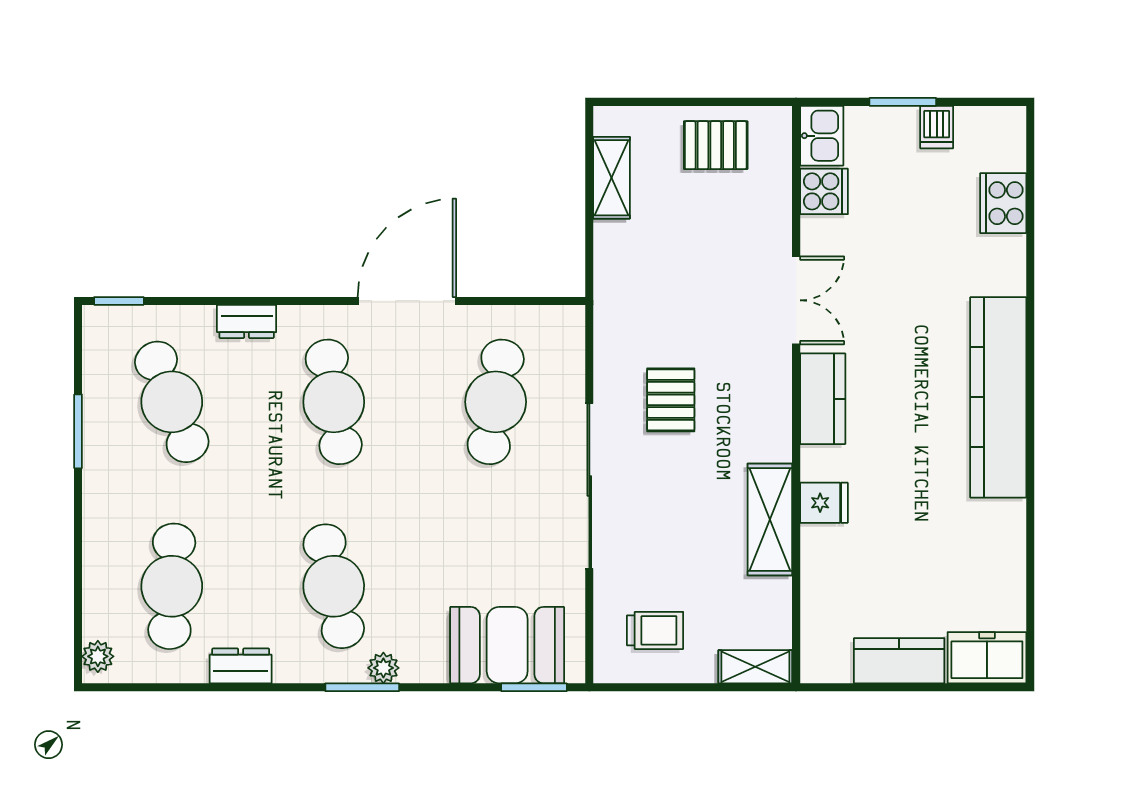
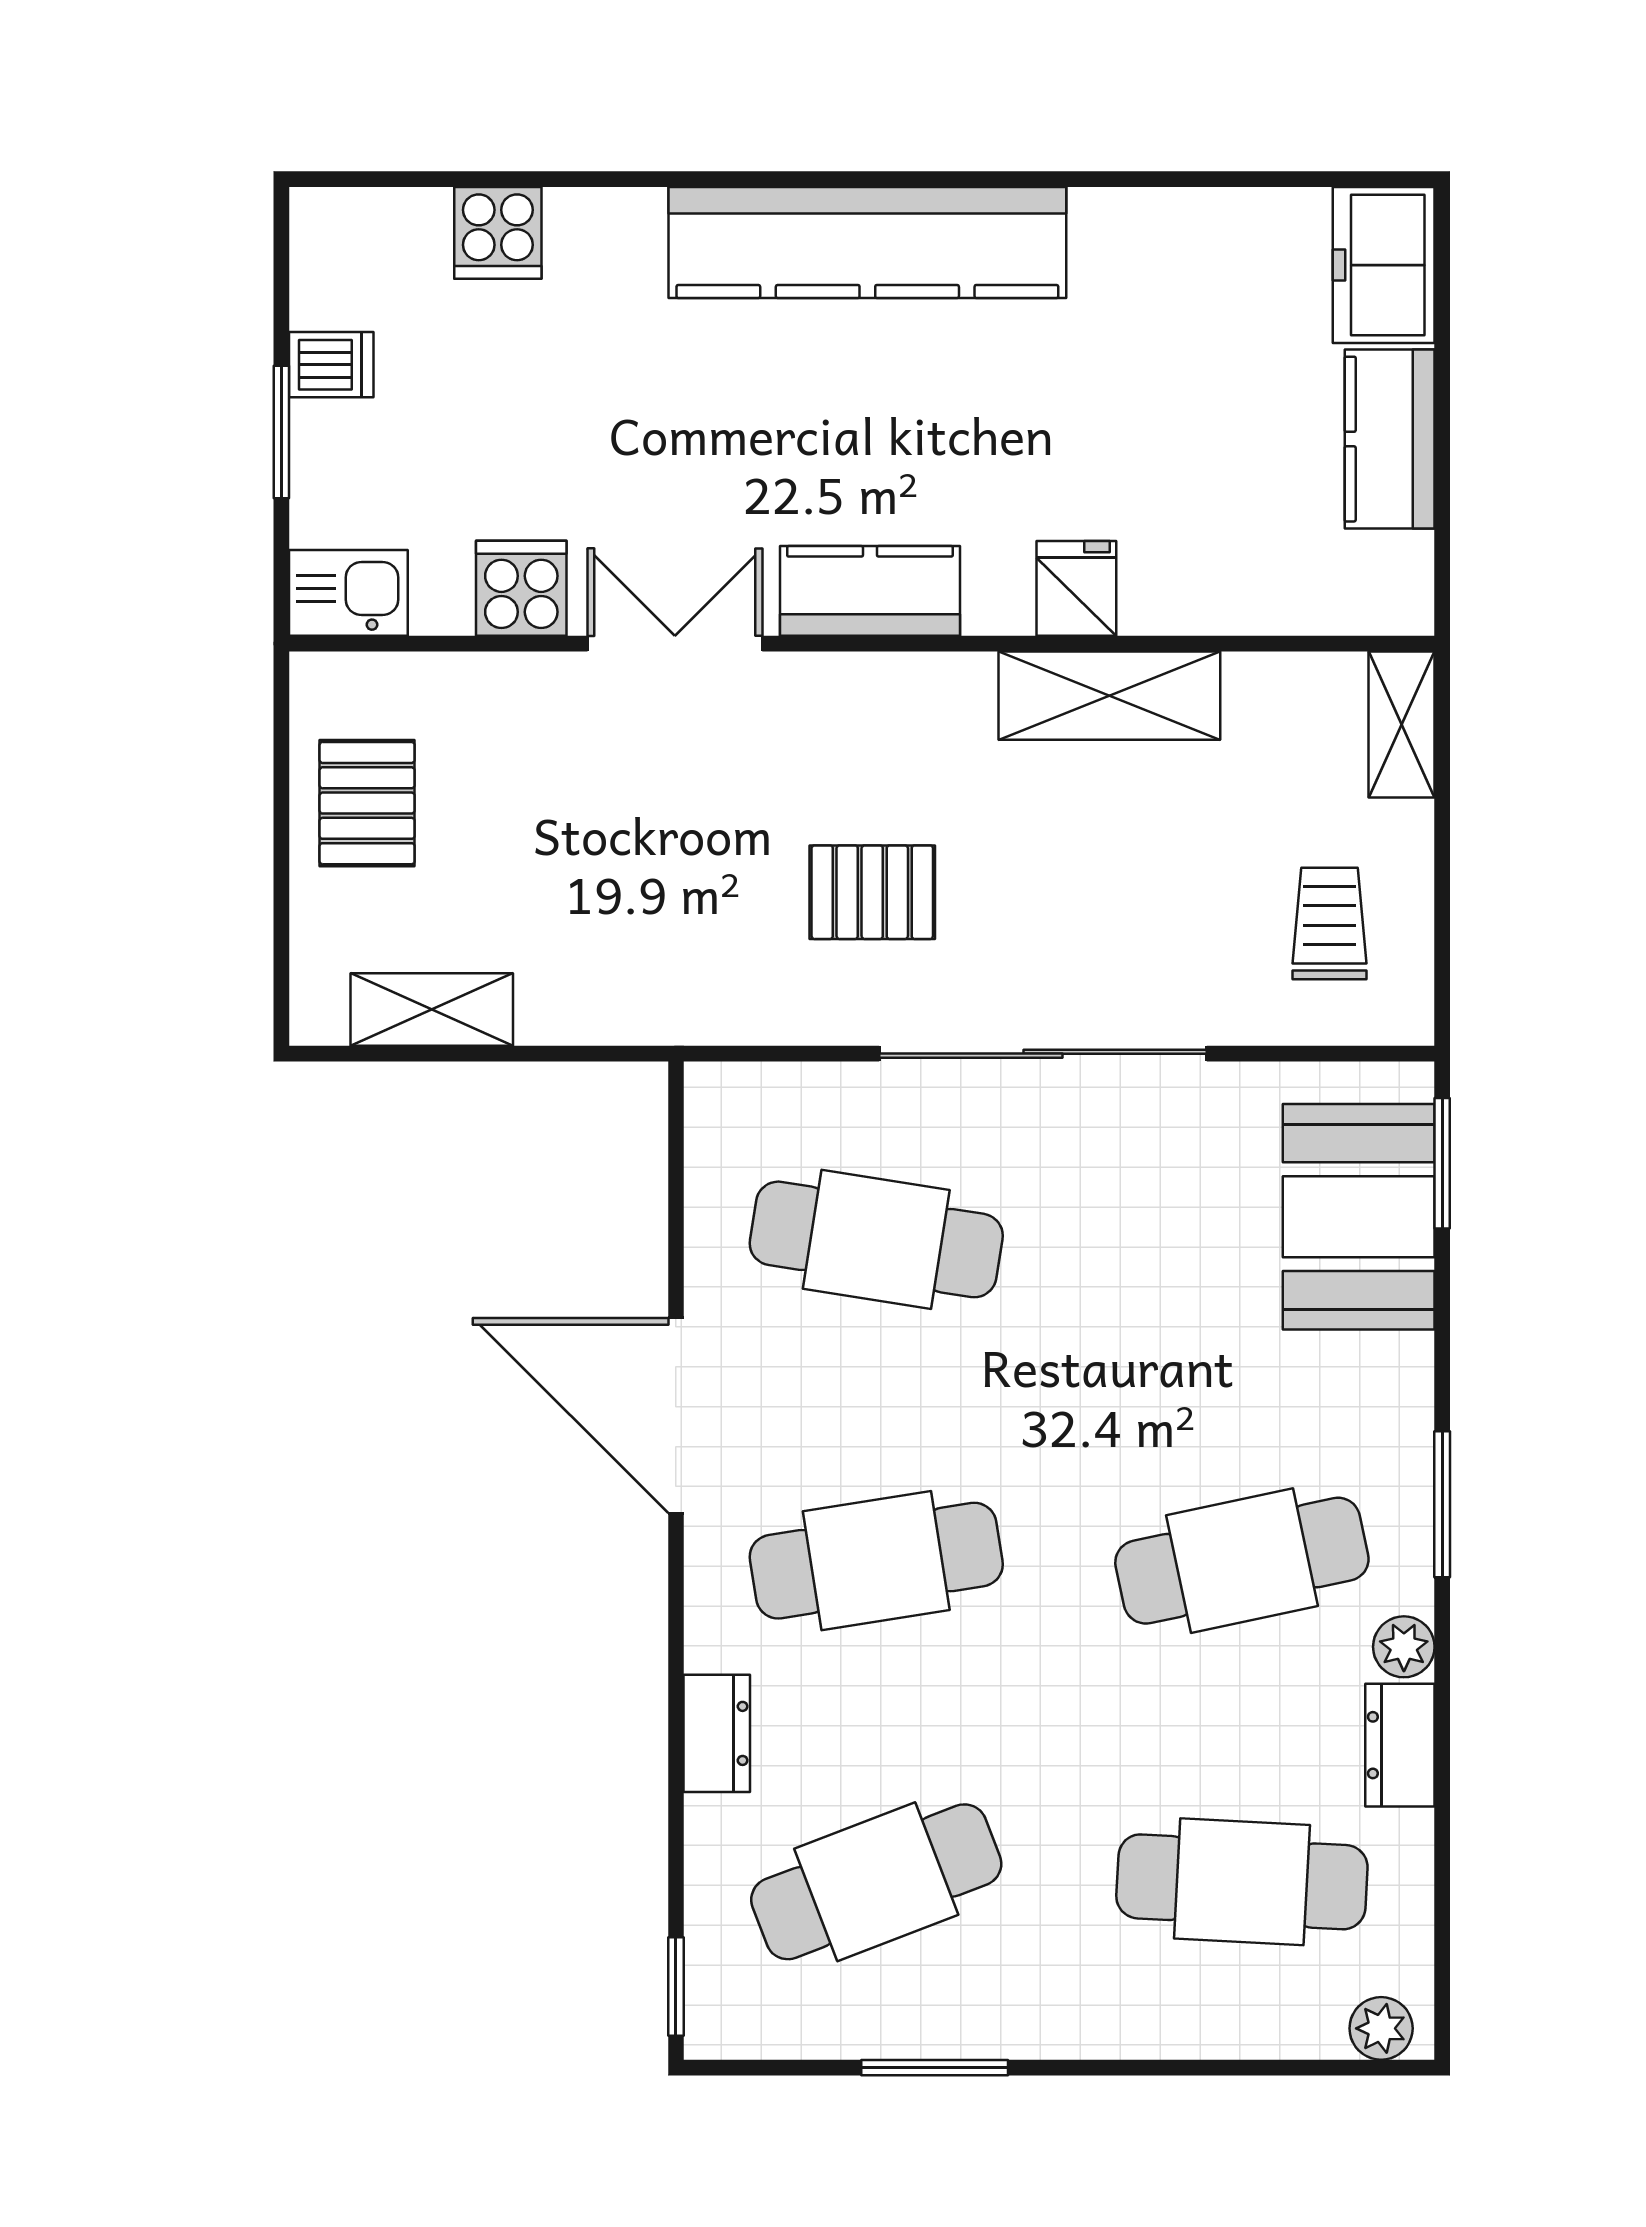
cooker: (824, 191) -> (521, 588), moved
cooker: (1003, 203) -> (498, 233), width x0.73
plant: (383, 668) -> (1404, 1647), moved

